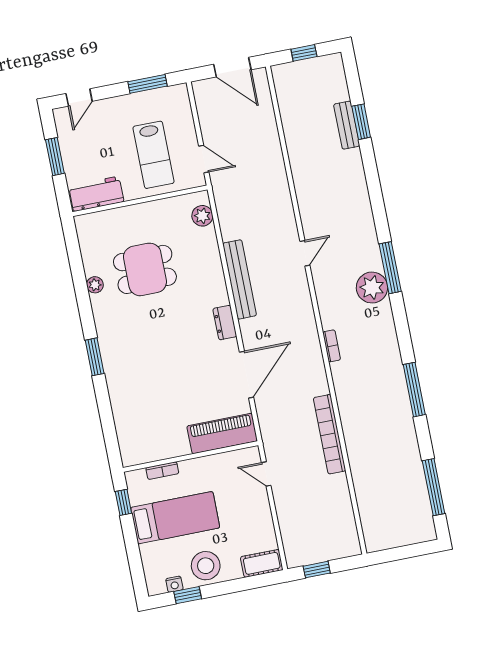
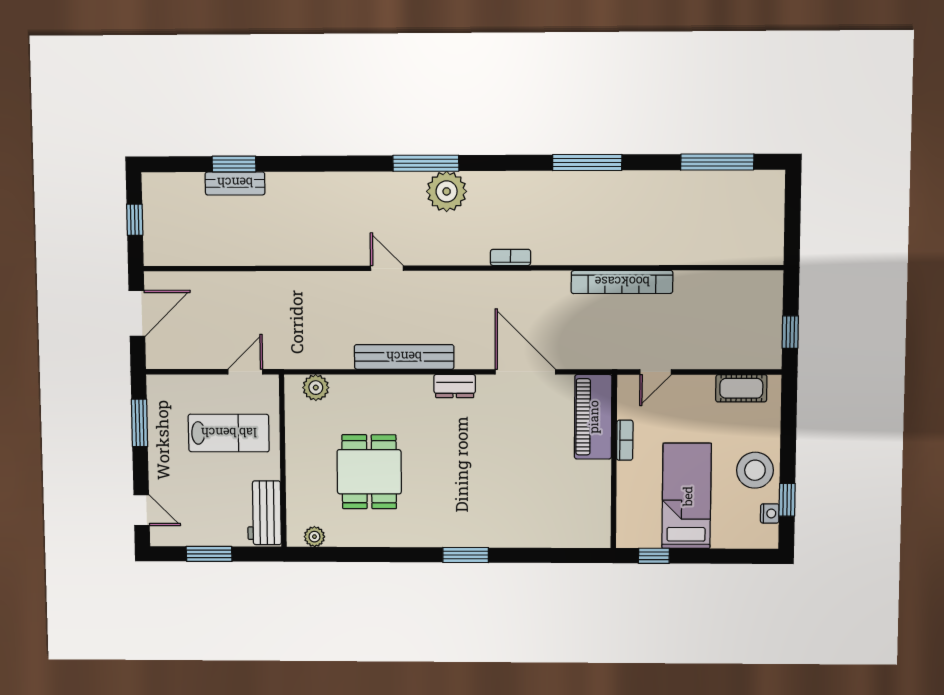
plant: (95, 285) -> (314, 537), moved
bookcase: (162, 471) -> (625, 440), moved
cot: (262, 563) -> (741, 388), moved, turned 90

